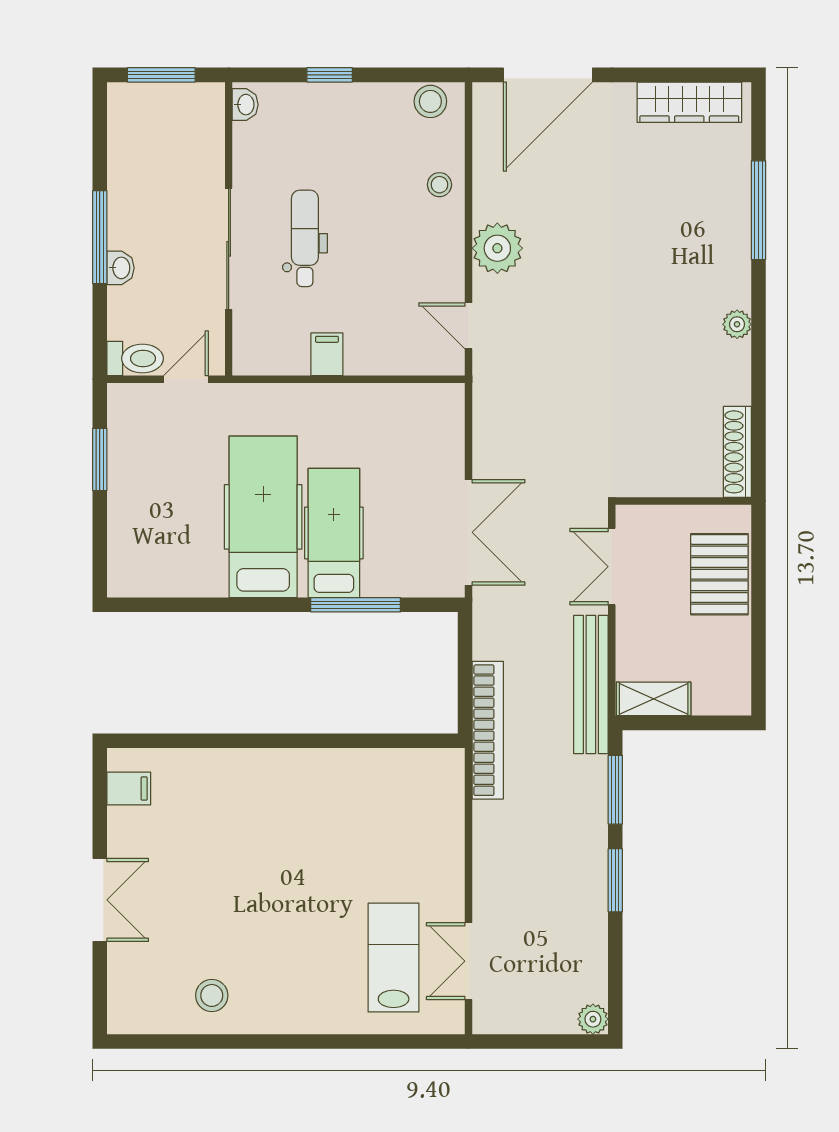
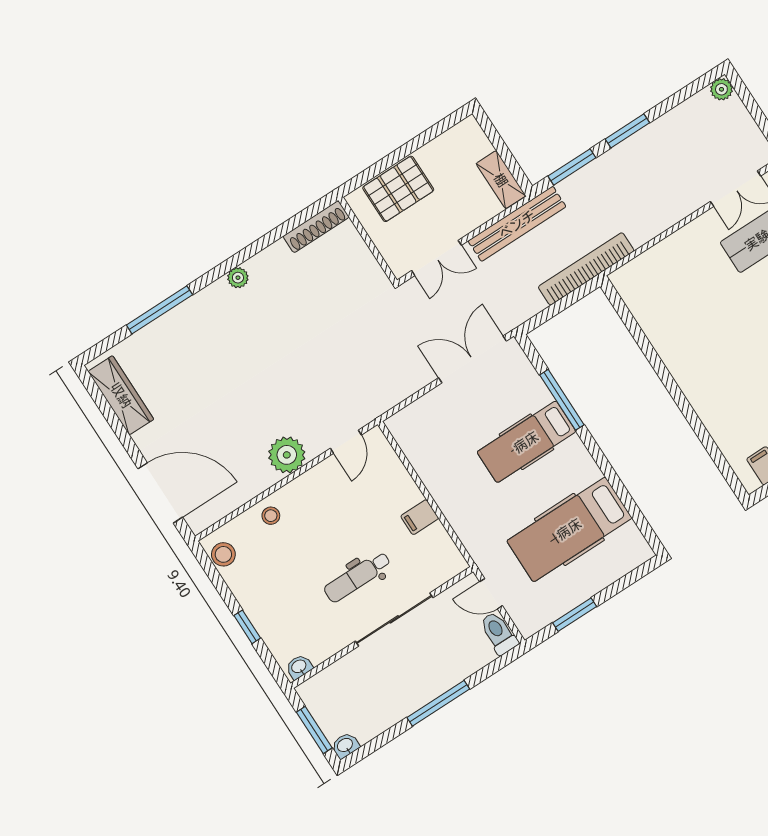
washbasin: (120, 268) -> (345, 745), moved
hospital bed: (263, 517) -> (569, 529), moved

